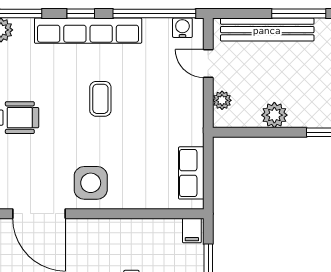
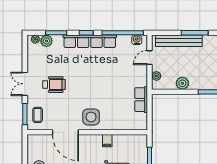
door: (208, 64) -> (149, 58), hinge flipped
coffee table: (100, 99) -> (96, 75), removed
row of seats: (191, 173) -> (141, 100), moved
filing cabinet: (192, 231) -> (107, 141), moved

